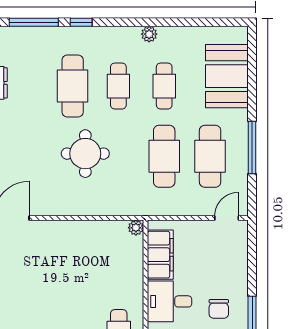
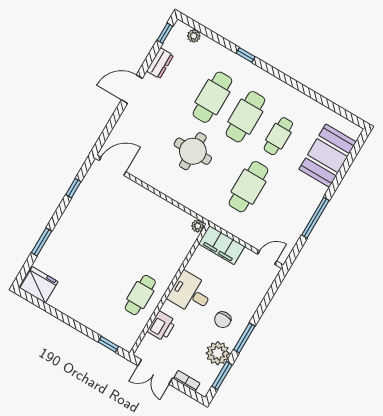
window: (34, 22) -> (212, 35), removed
plant: (149, 34) -> (194, 36), moved
cafe table: (118, 86) -> (245, 117), width x1.37, depth x1.35
cafe table: (210, 156) -> (281, 206), removed
filing cabinet: (160, 255) -> (222, 245), moved, turned 90

